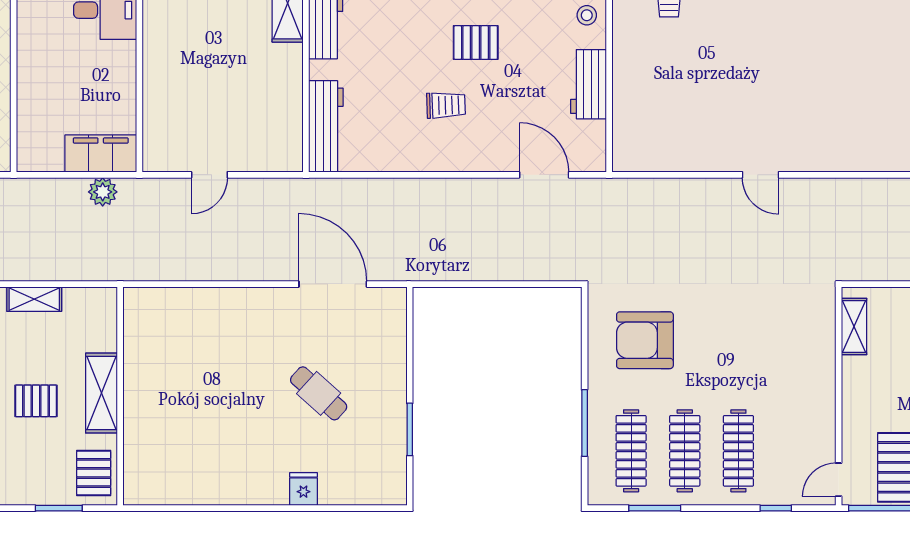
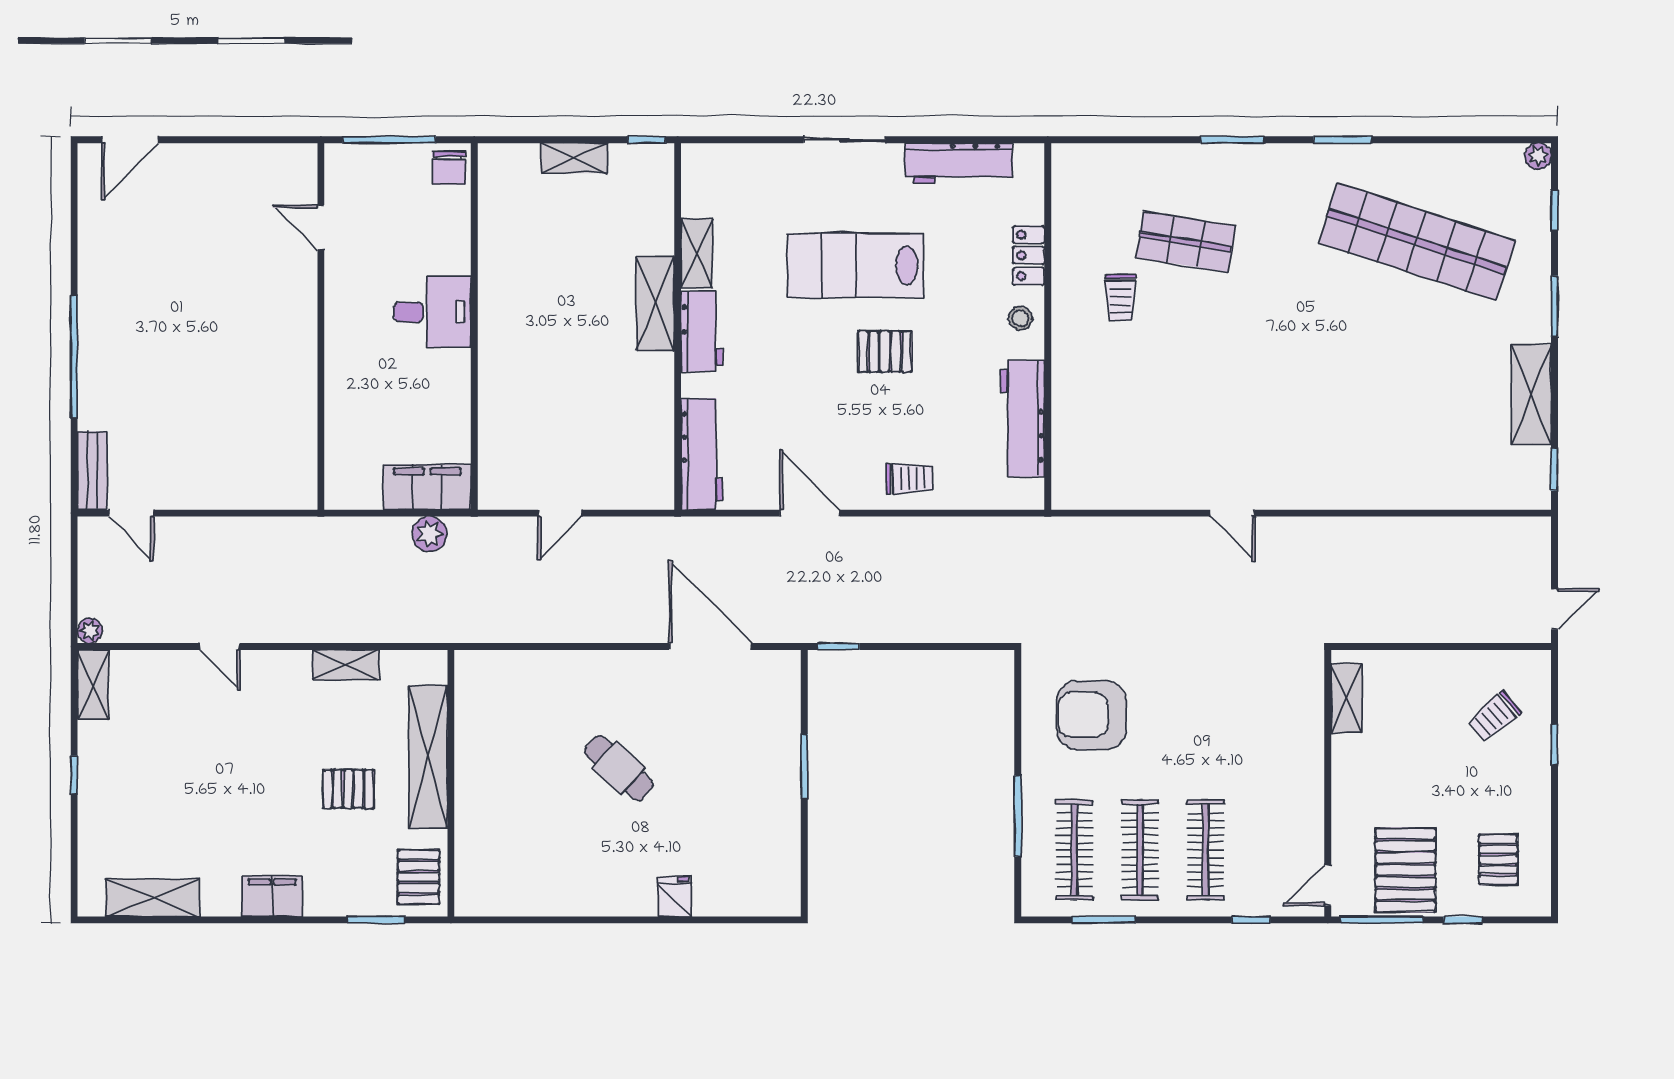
workbench: (589, 84) -> (1023, 418), width x1.37
trolley: (446, 105) -> (909, 478), moved
door: (544, 175) -> (810, 513), moved
window: (438, 284) -> (839, 646), added
shelving: (101, 393) -> (428, 757), width x1.47
cafe table: (319, 393) -> (619, 768), moved
window: (410, 429) -> (804, 766), moved

